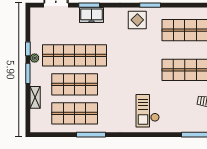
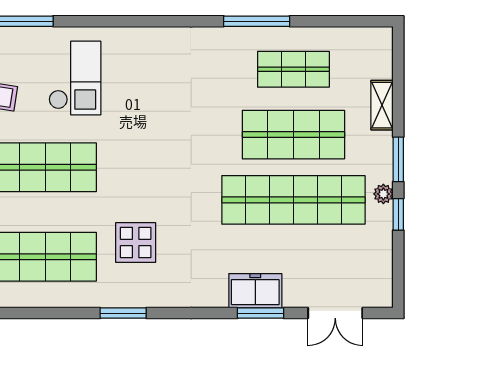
display table: (137, 20) -> (136, 243), moved
checkout: (148, 111) -> (75, 78), moved
shop shelf: (75, 113) -> (293, 69), width x0.70, depth x0.74

